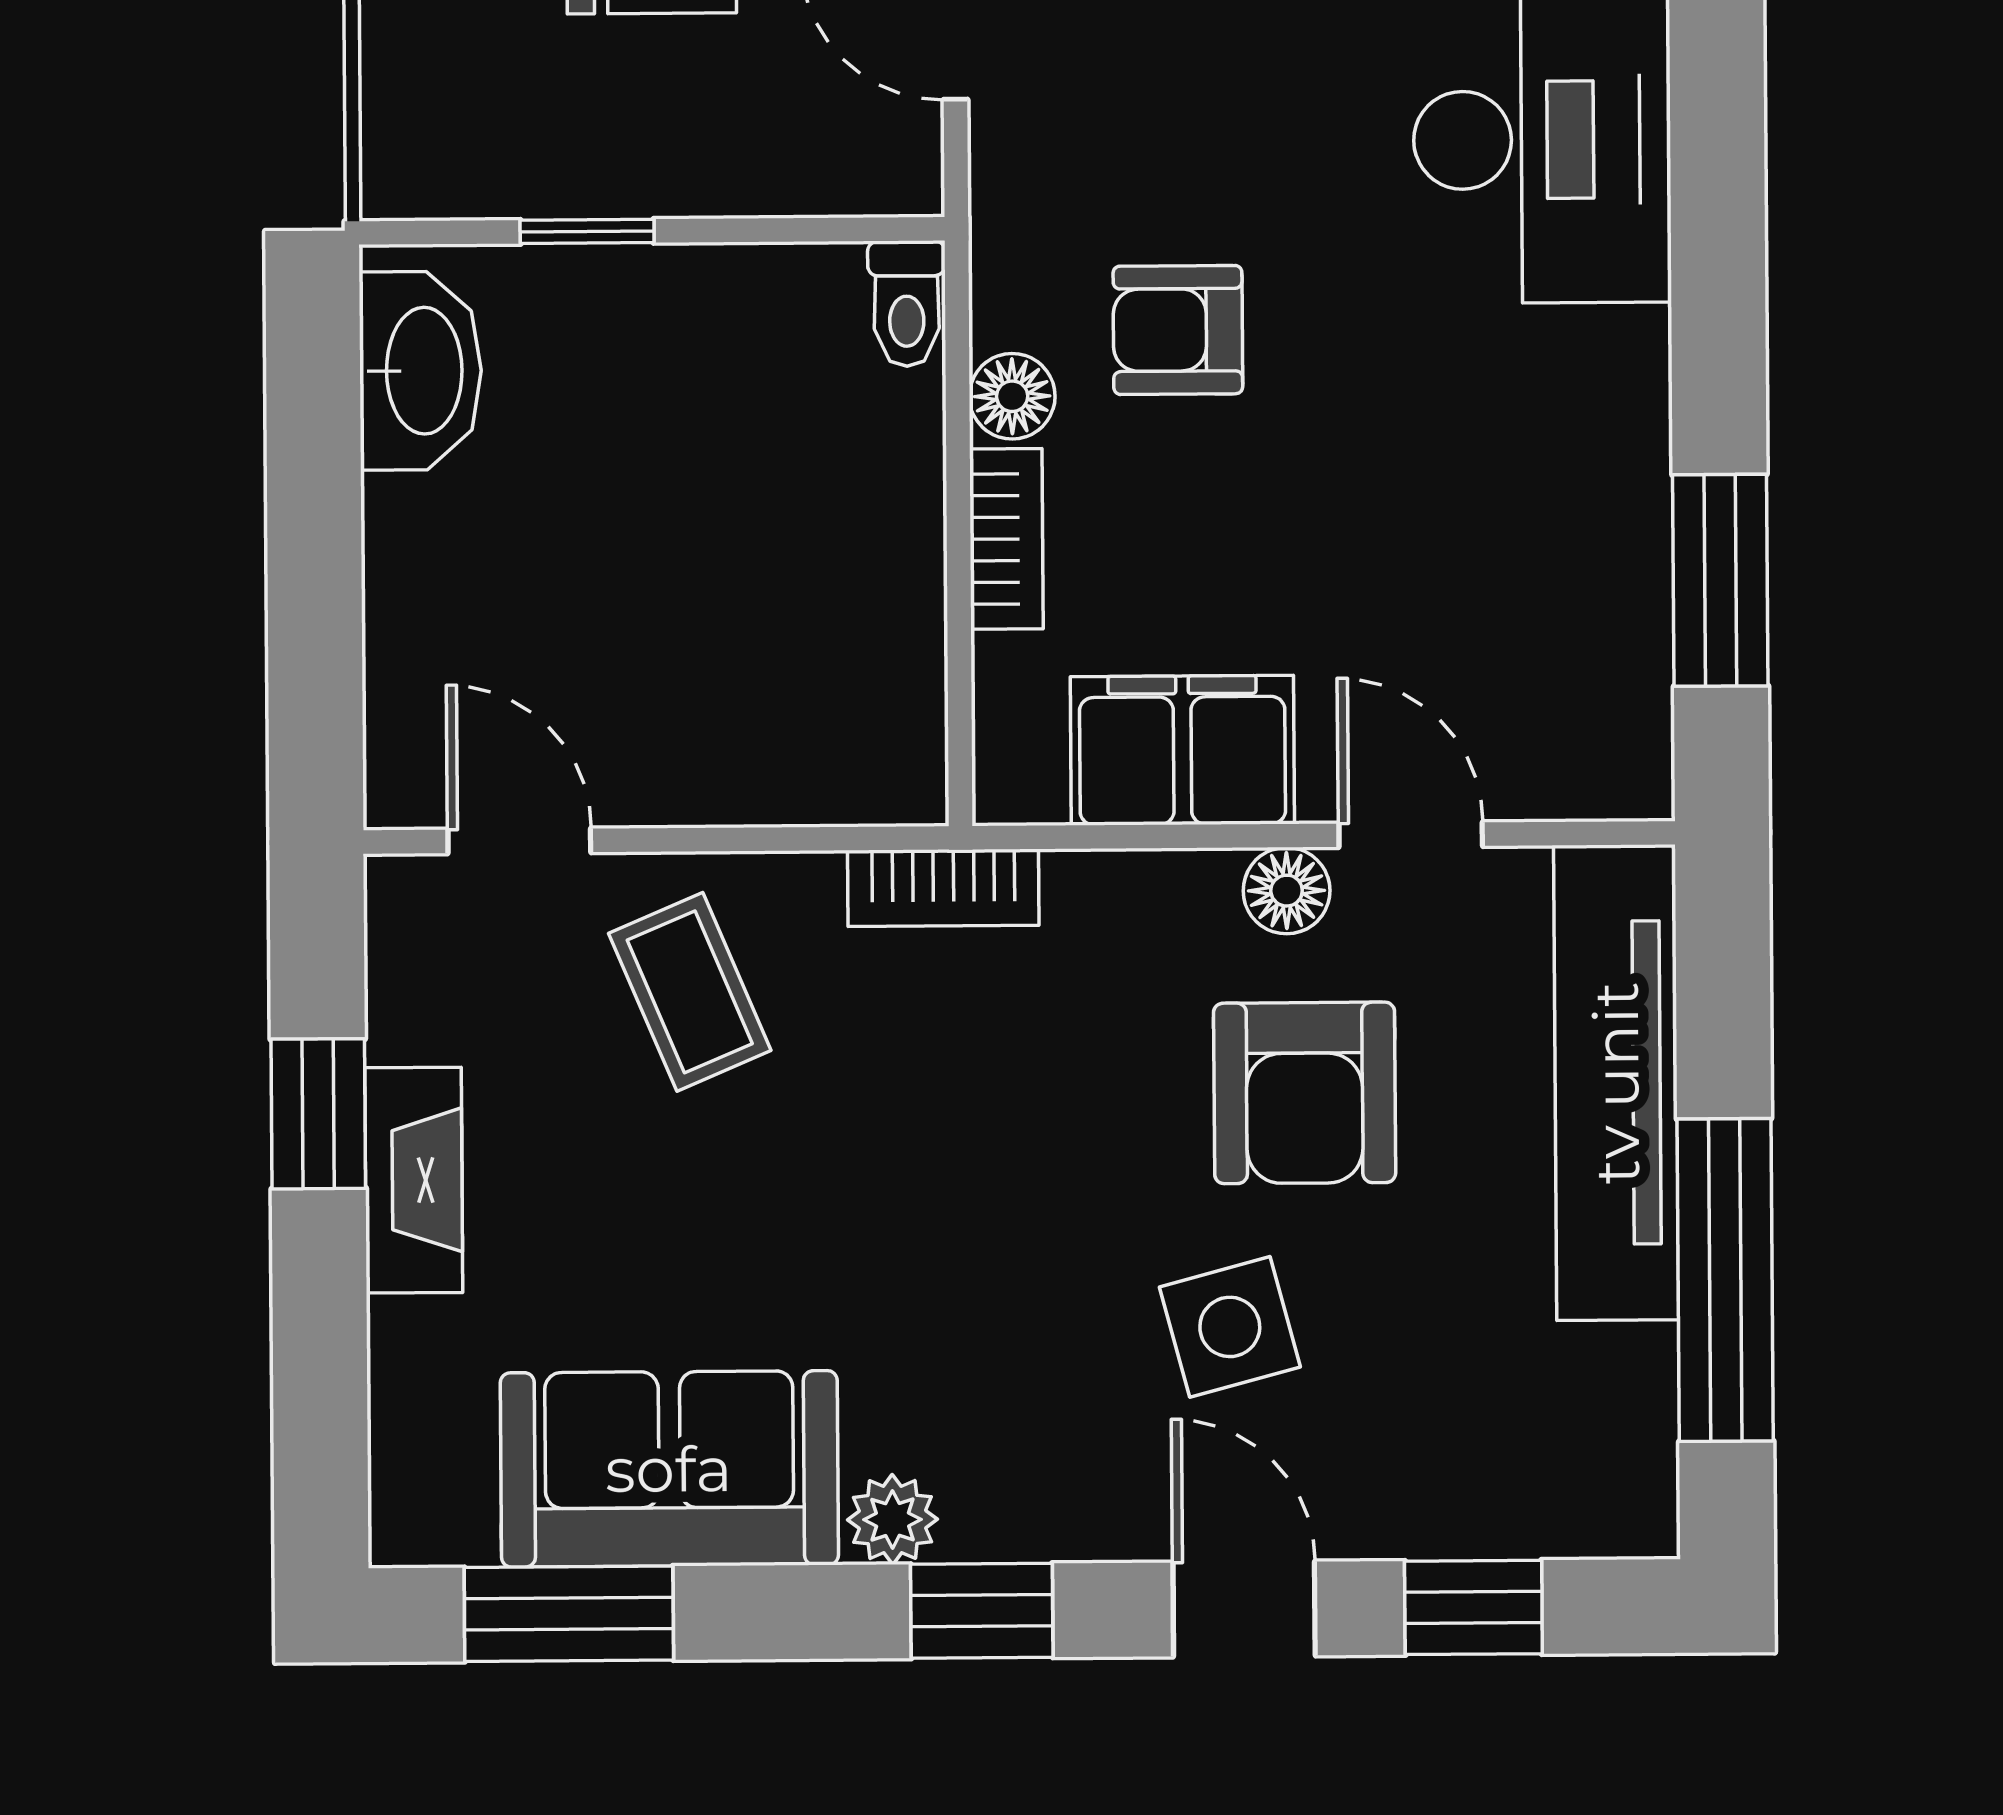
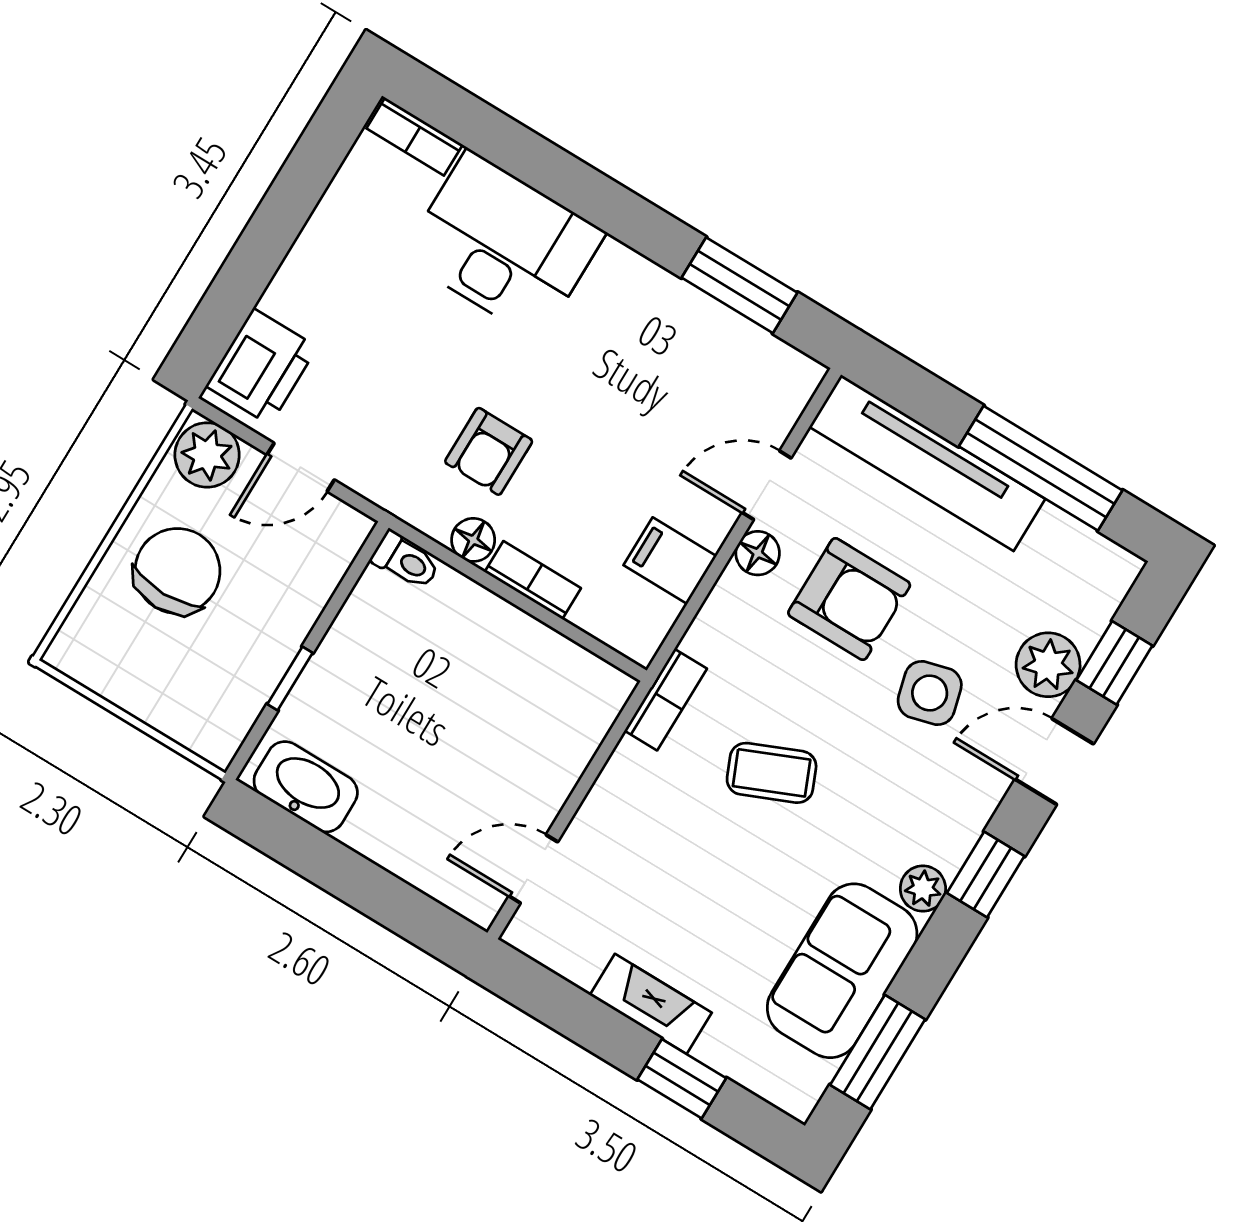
filing cabinet: (1182, 750) -> (670, 561), width x0.50
coffee table: (690, 992) -> (772, 773), moved
window: (318, 1114) -> (682, 1079), moved
plant: (1401, 1498) -> (1048, 665), added

